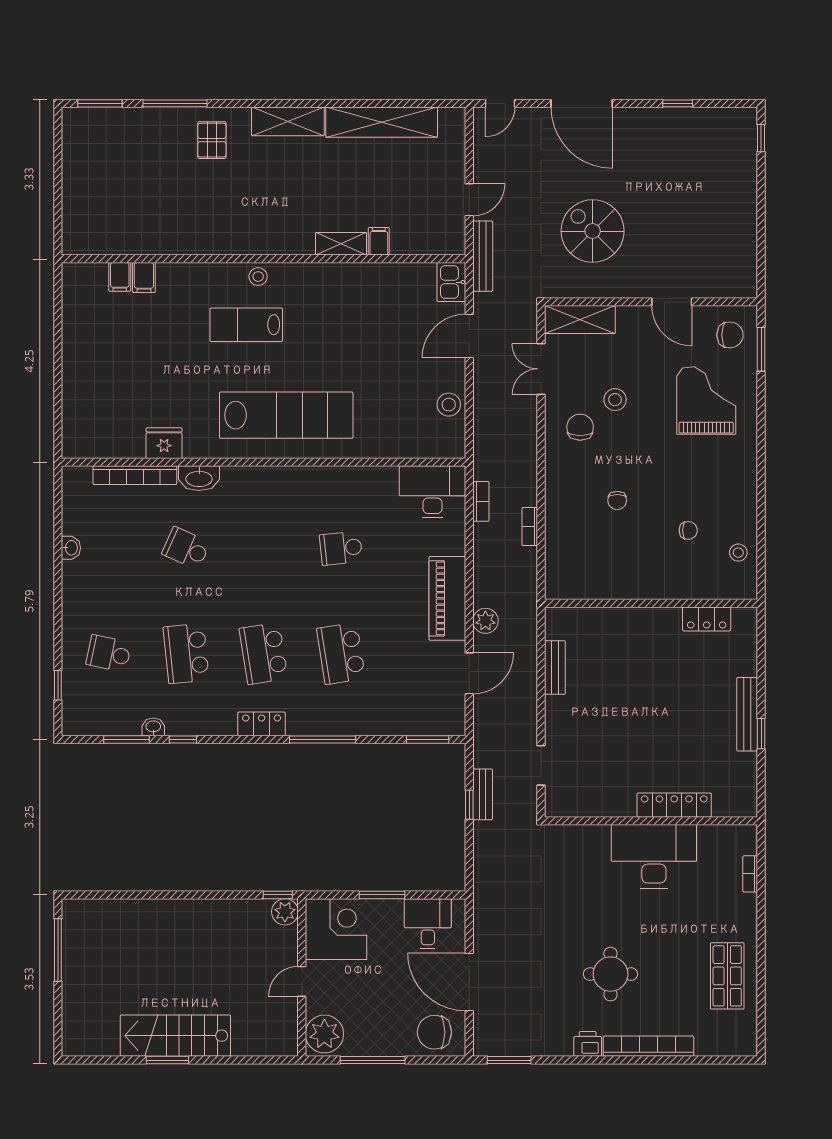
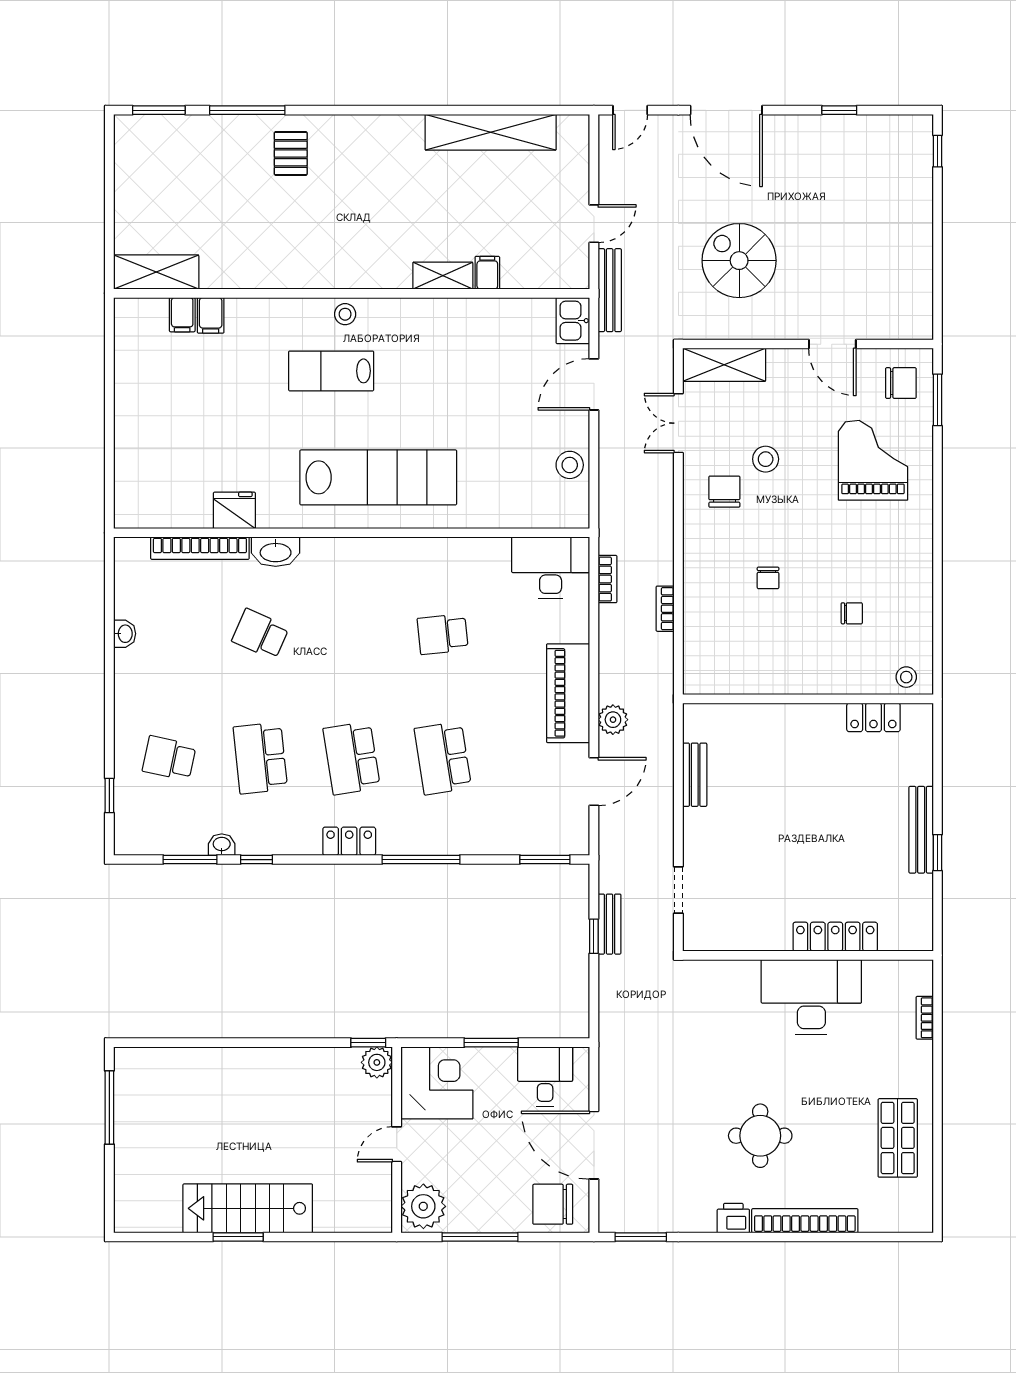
shelving: (288, 121) -> (156, 272), moved
stool: (738, 553) -> (906, 677), moved

